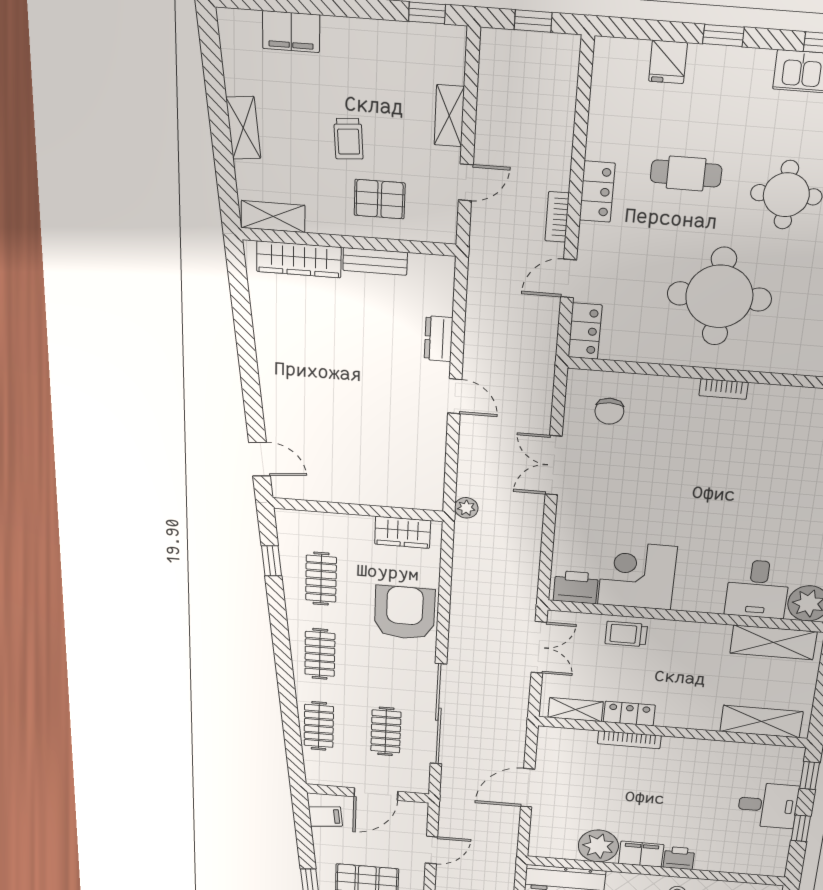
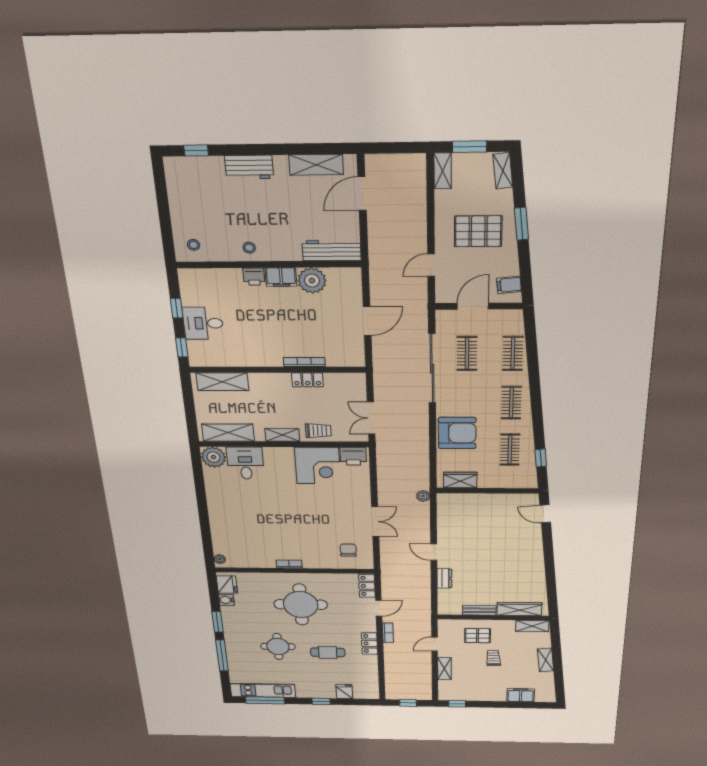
armchair: (405, 613) -> (457, 433), turned -90
shelving: (576, 710) -> (282, 435), moved

